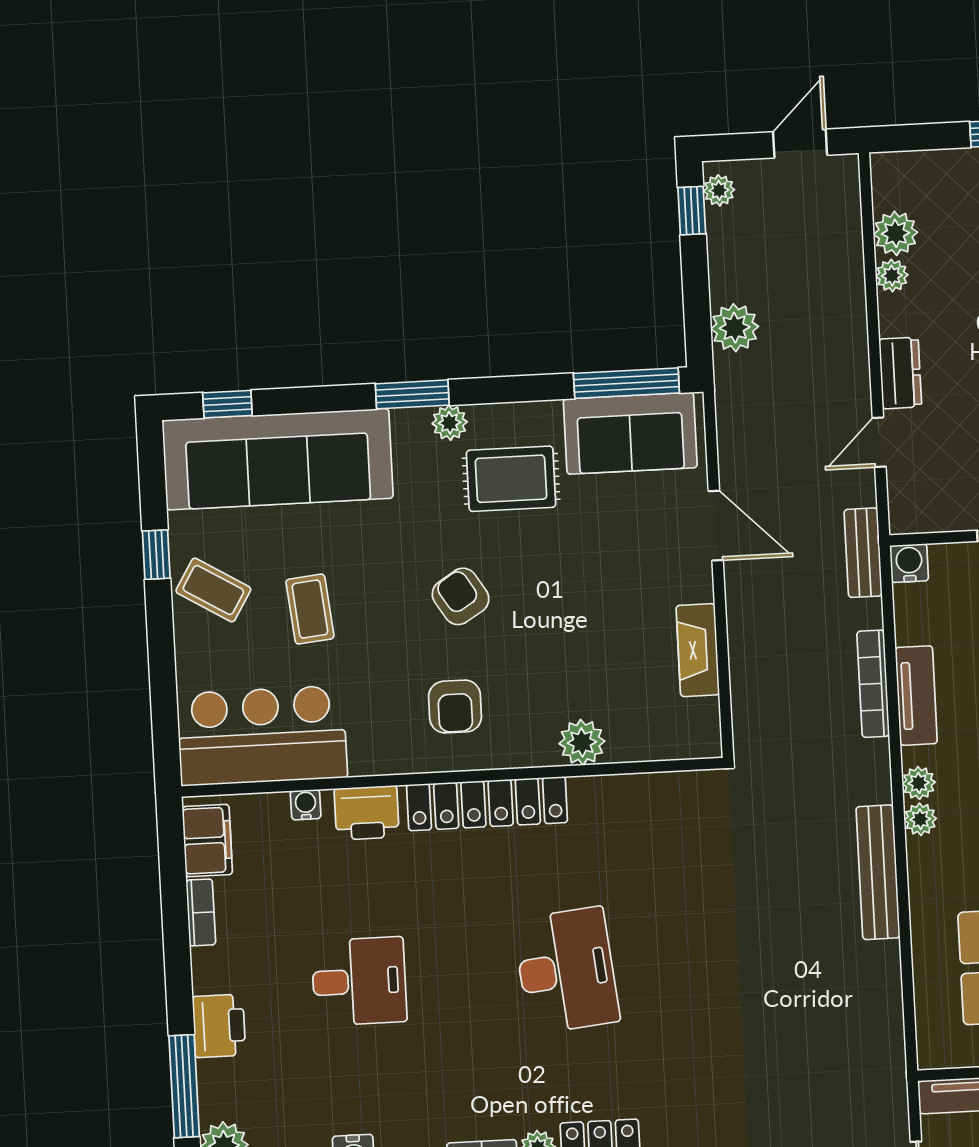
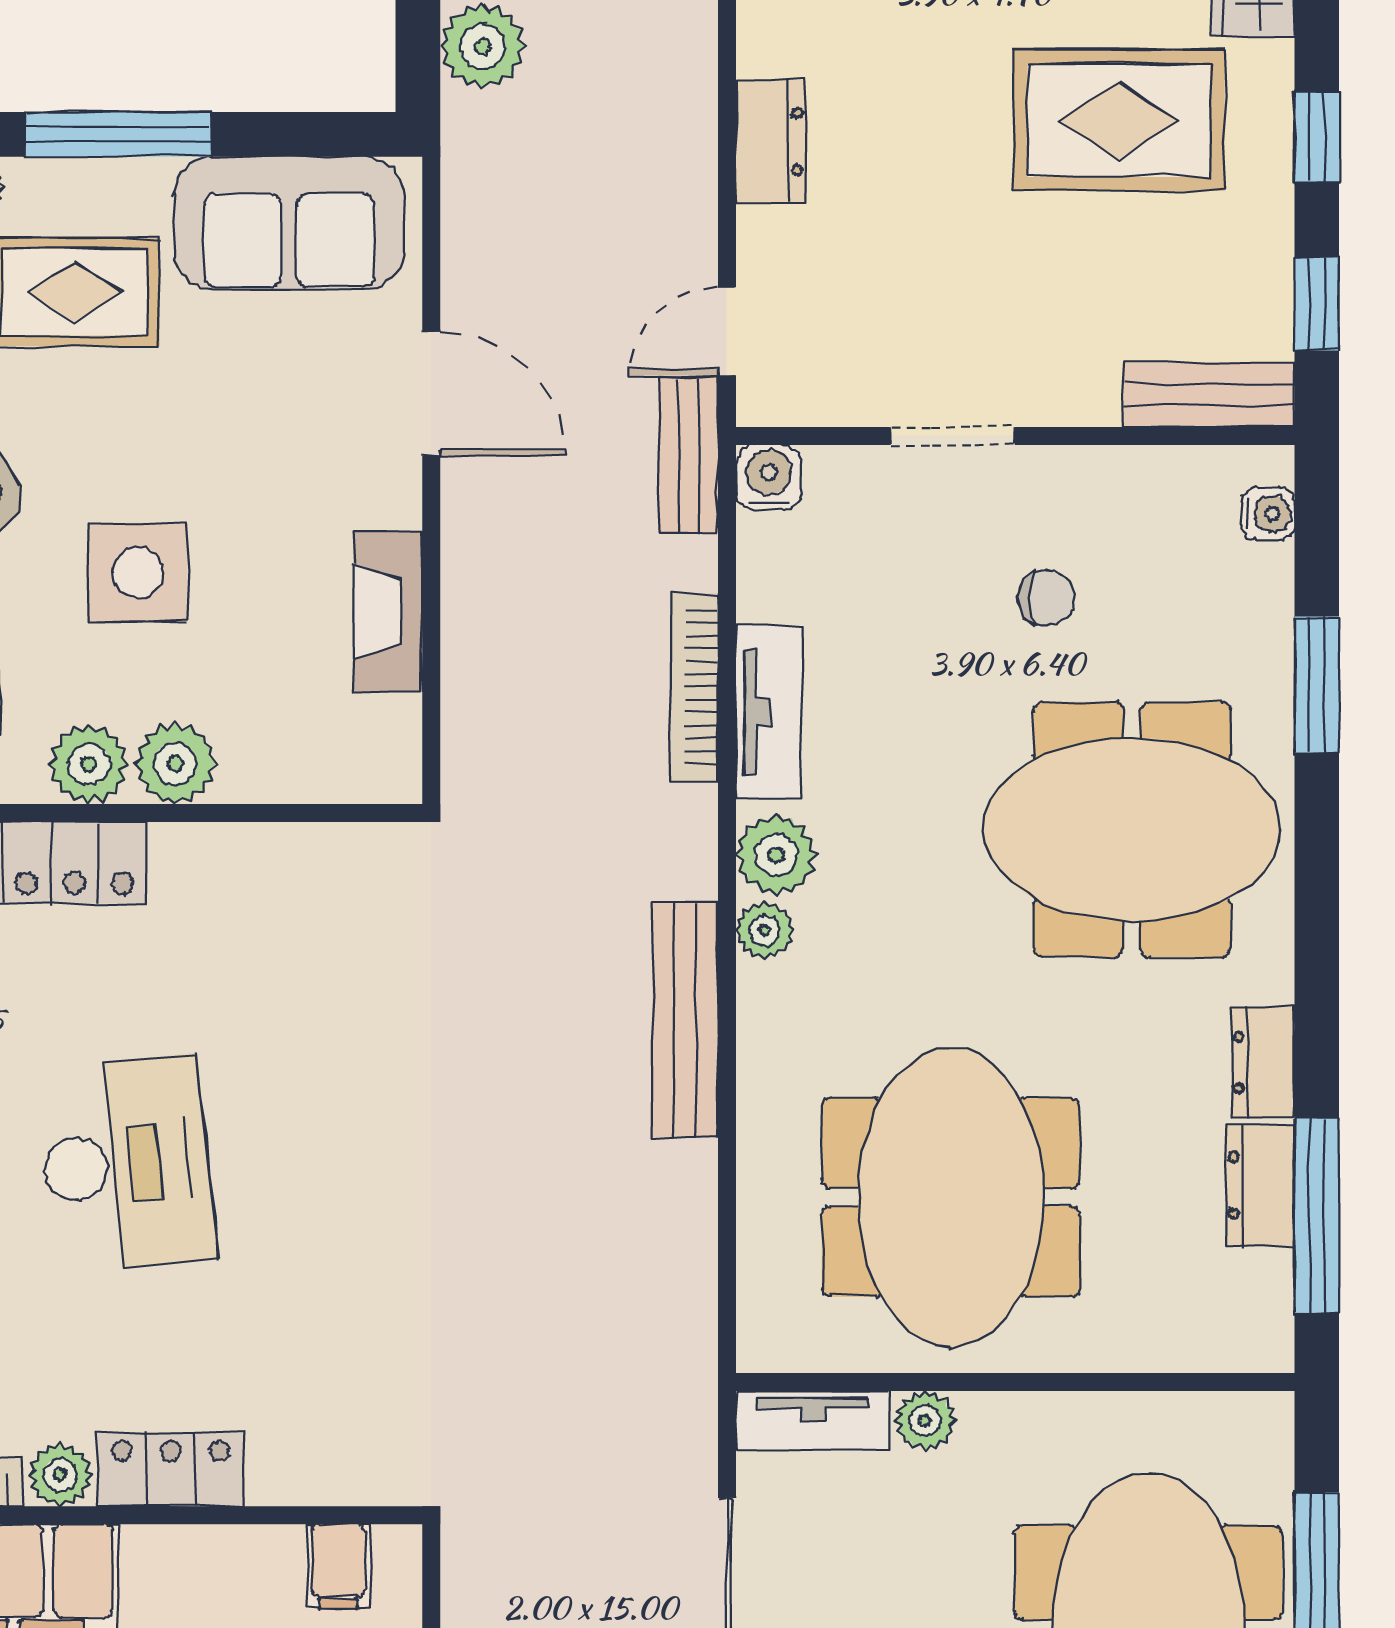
window: (626, 383) -> (118, 134), moved
door: (879, 442) -> (727, 331), moved
side table: (555, 635) -> (138, 572), added
plant: (533, 745) -> (89, 764), added
plant: (919, 783) -> (776, 855), width x1.38, depth x1.38

